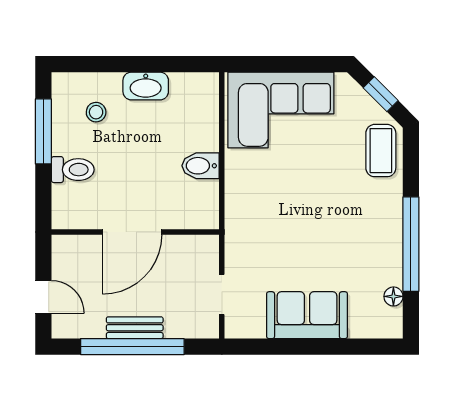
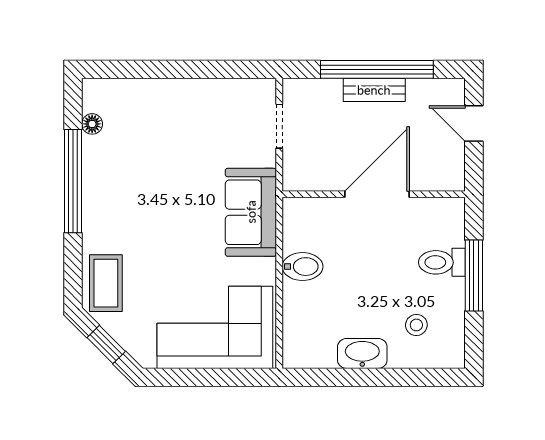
window: (43, 131) -> (474, 276), moved
sofa: (307, 315) -> (251, 212), moved, turned 90

